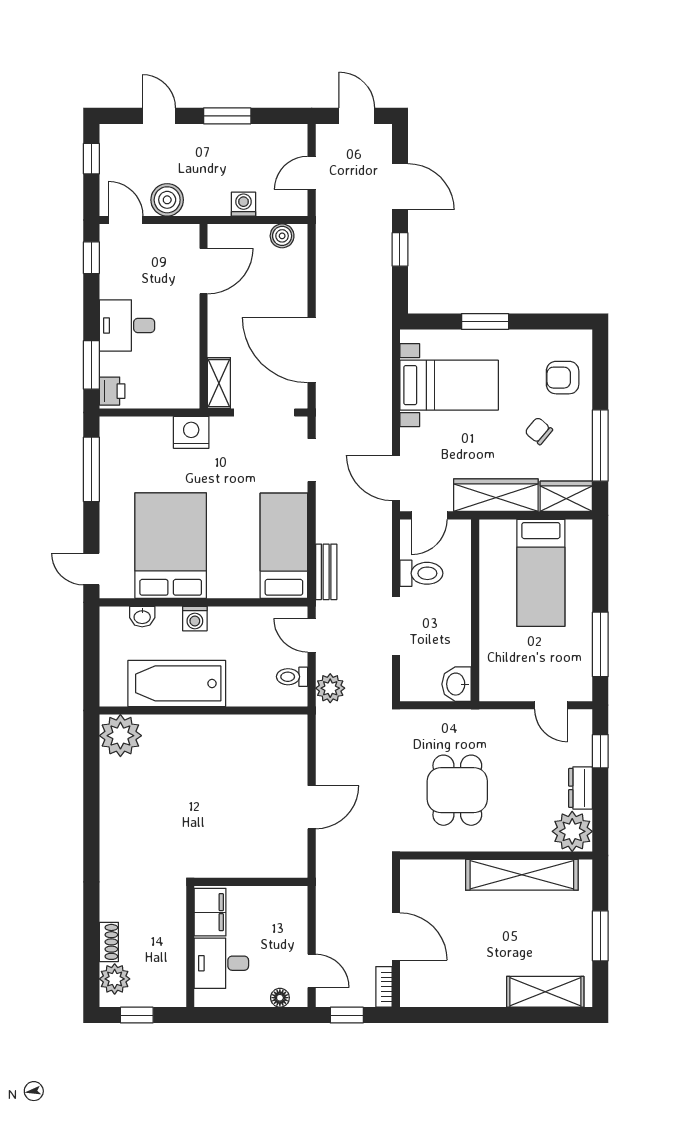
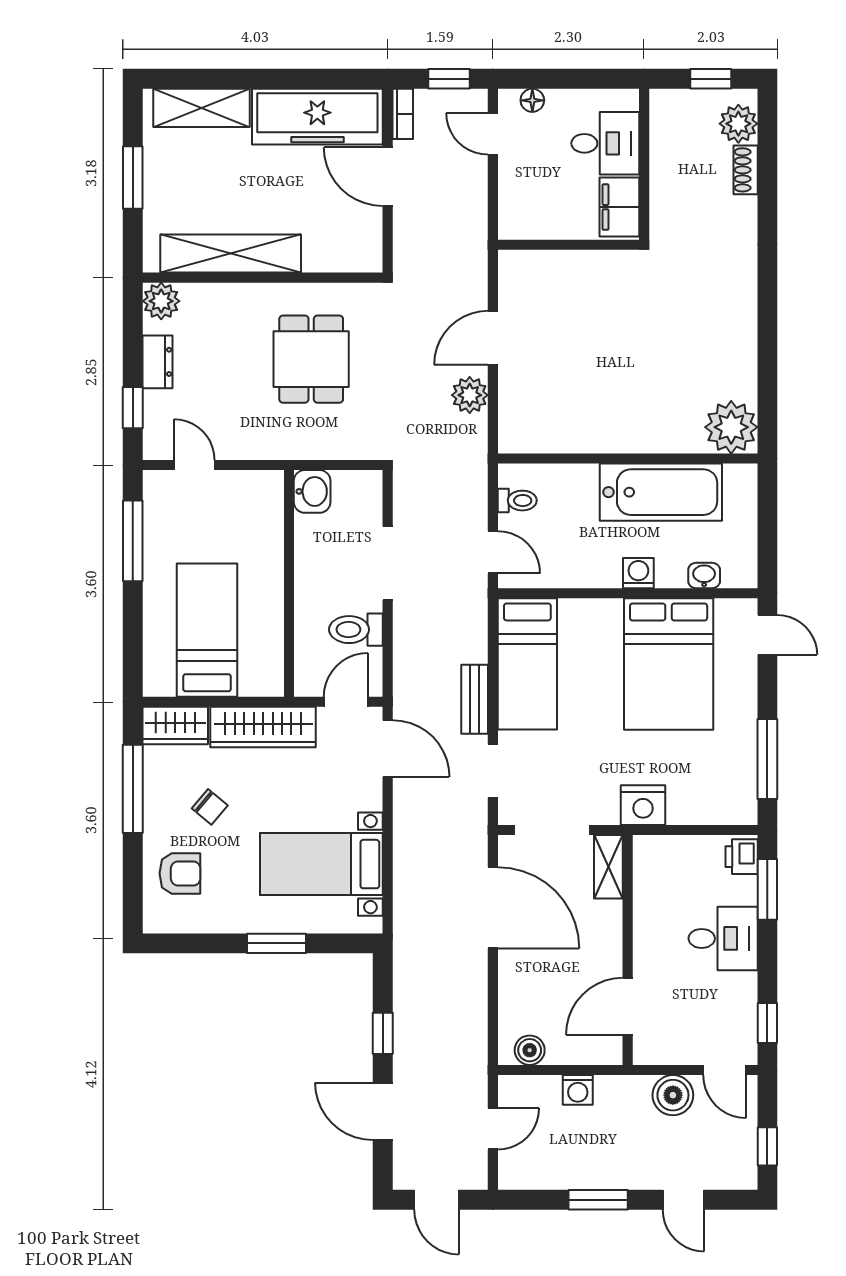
bench: (326, 572) -> (475, 699), moved
plant: (330, 688) -> (470, 395), moved
plant: (572, 831) -> (161, 301), width x0.73, depth x0.73
freezer: (452, 985) -> (317, 117), added

